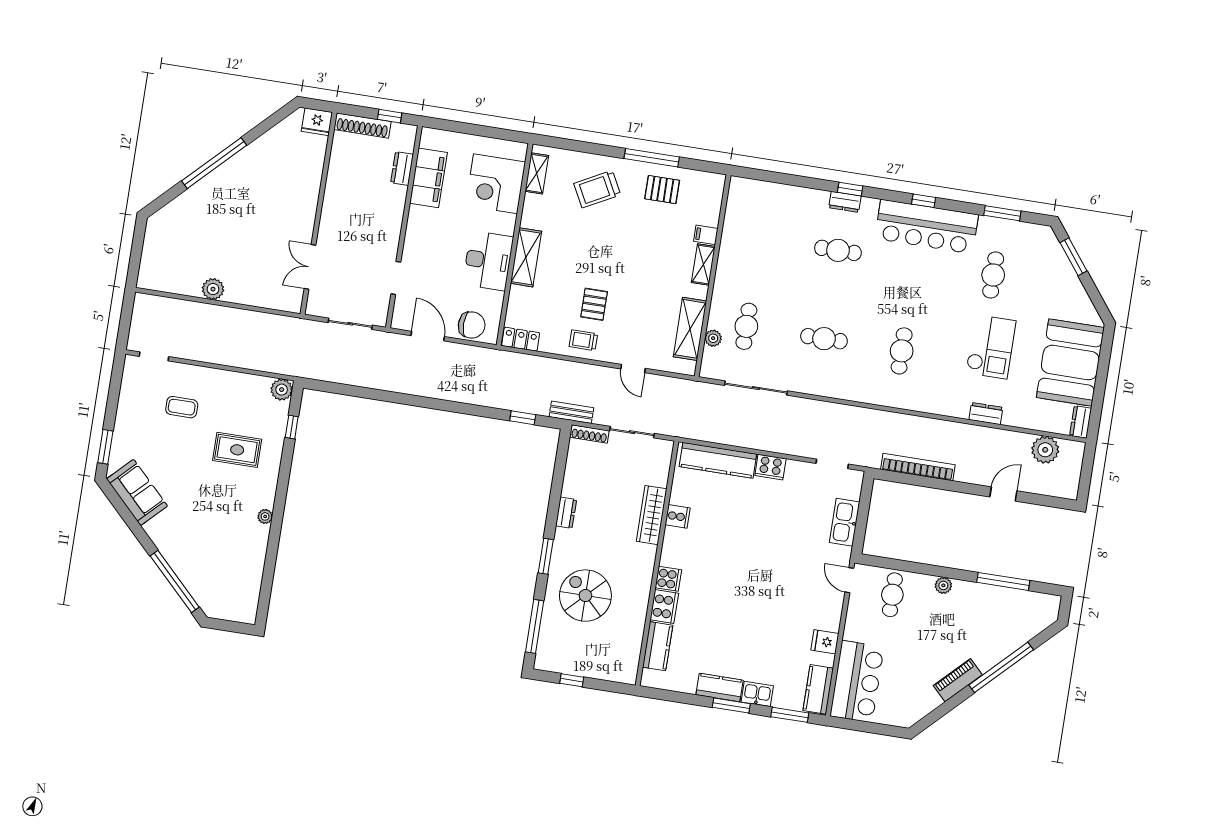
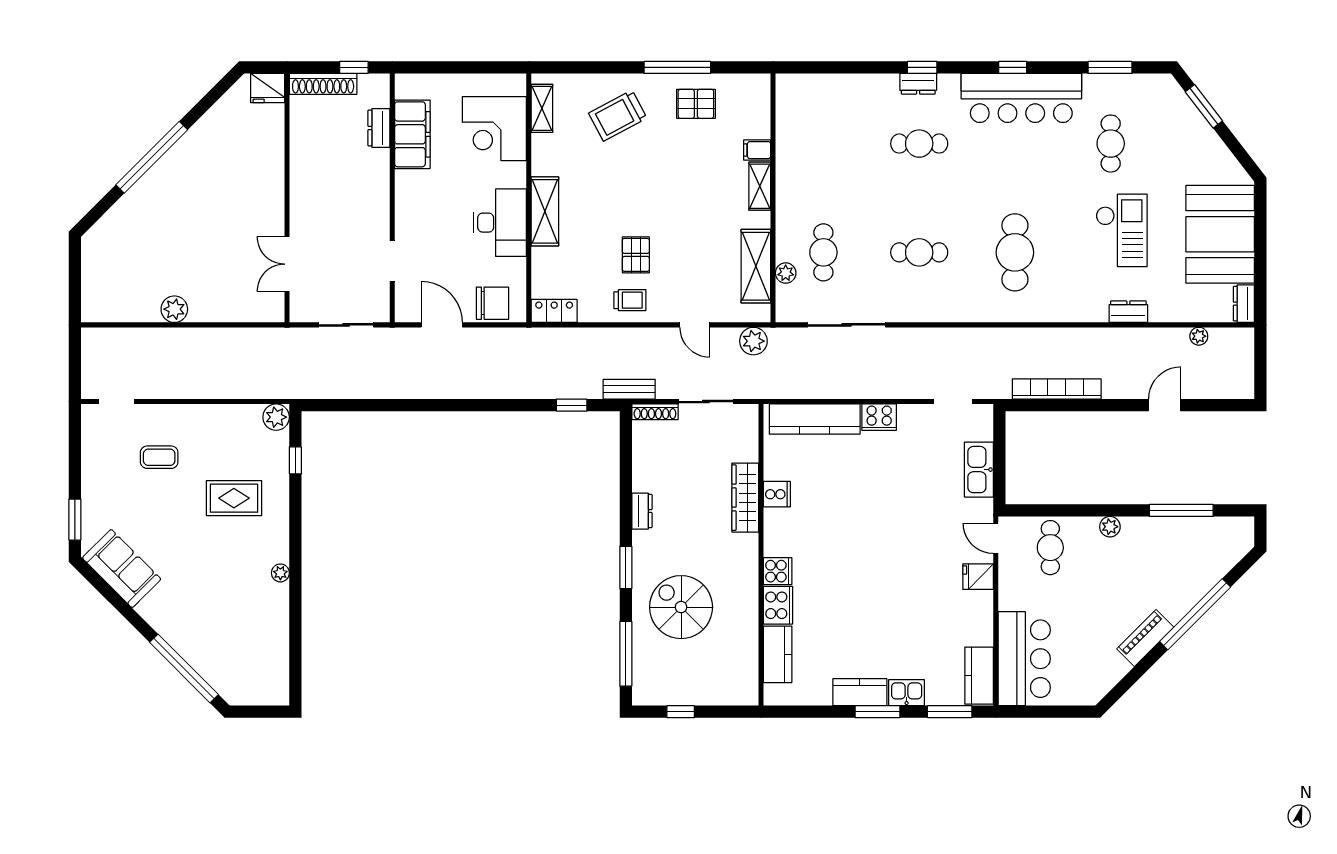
trolley: (583, 340) -> (630, 300), turned 180
cafe table: (902, 351) -> (1015, 252), width x1.37, depth x1.35
plant: (678, 389) -> (753, 341), added
plant: (1045, 450) -> (1199, 336), width x0.53, depth x0.53
fridge: (825, 642) -> (978, 577), moved

